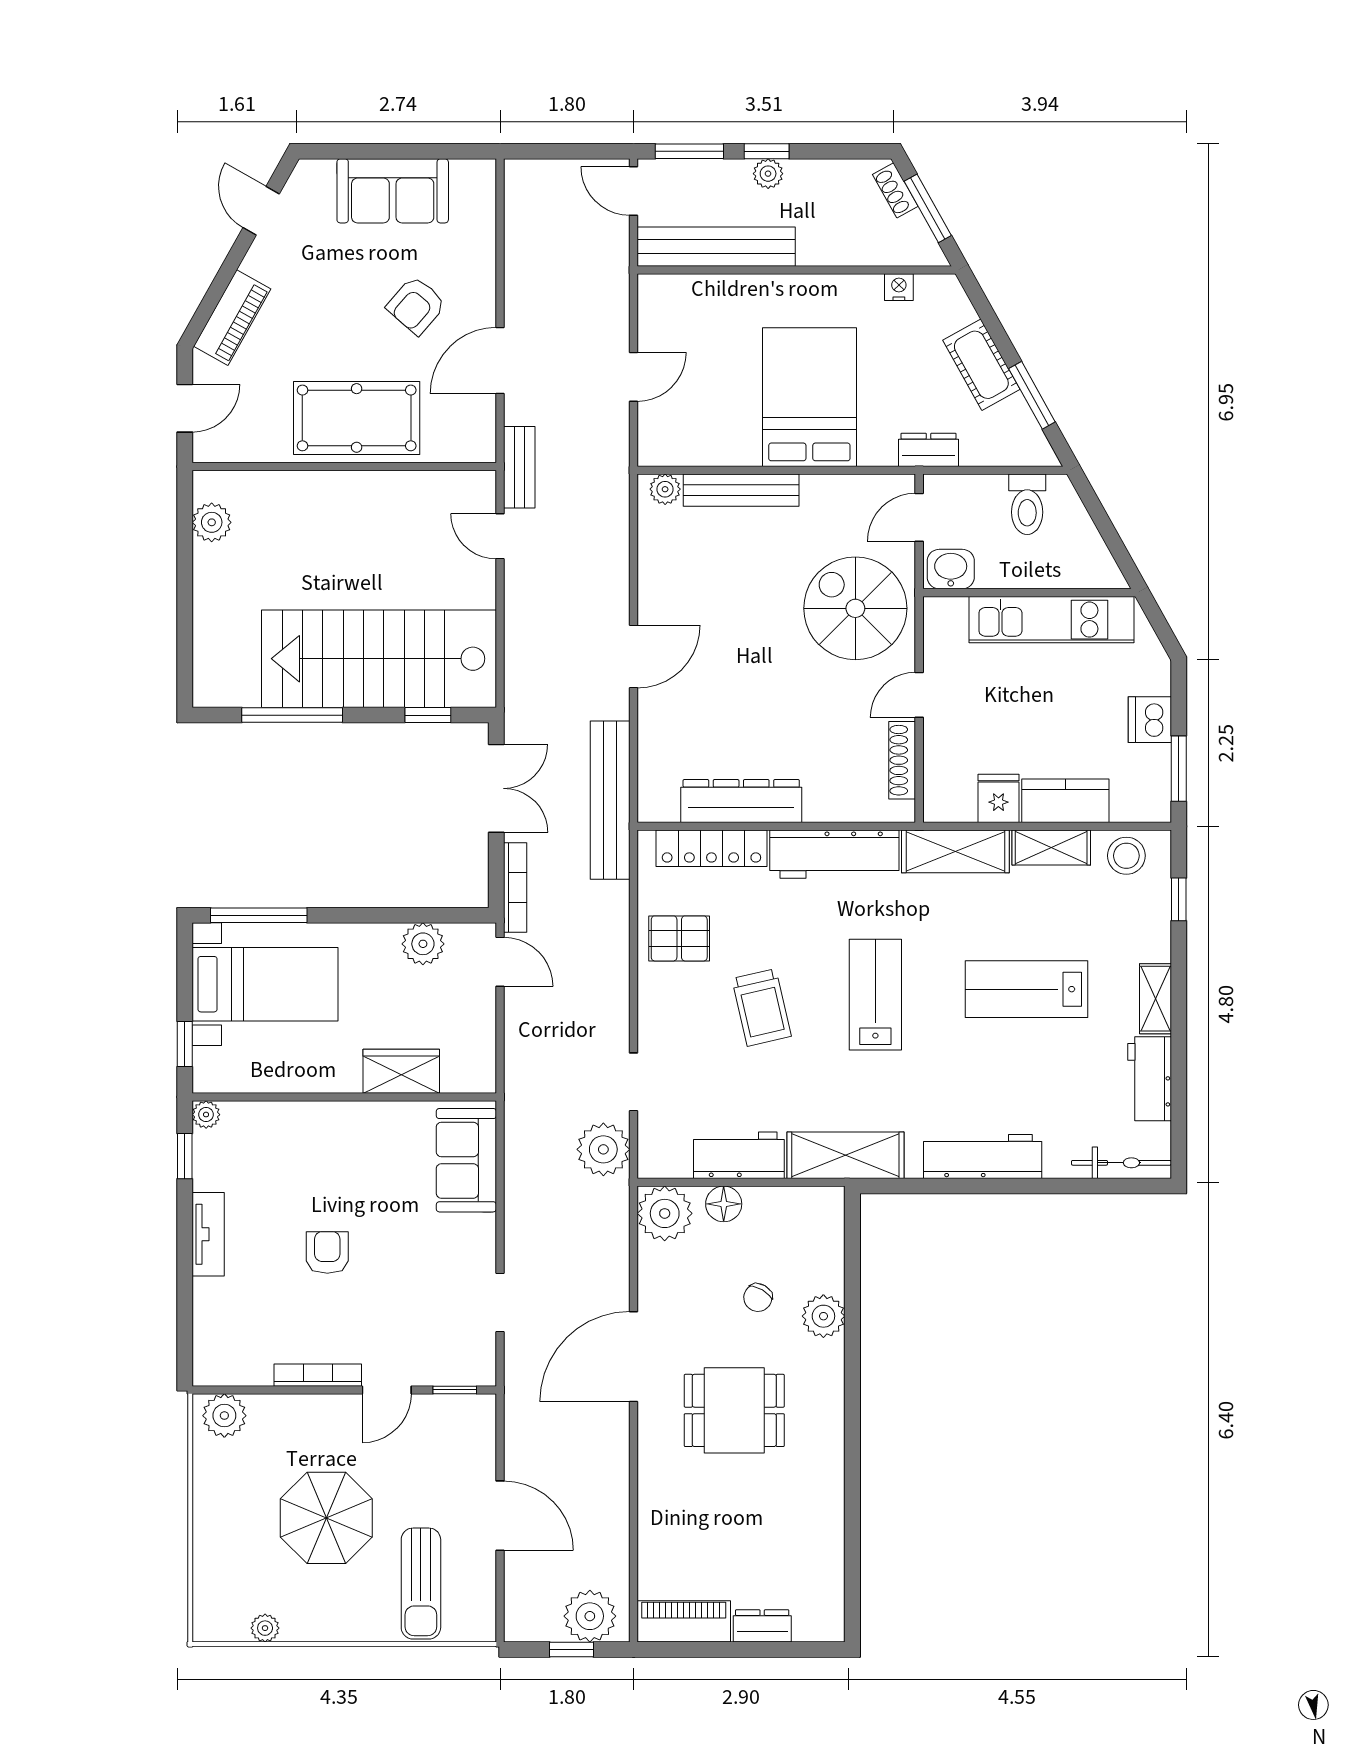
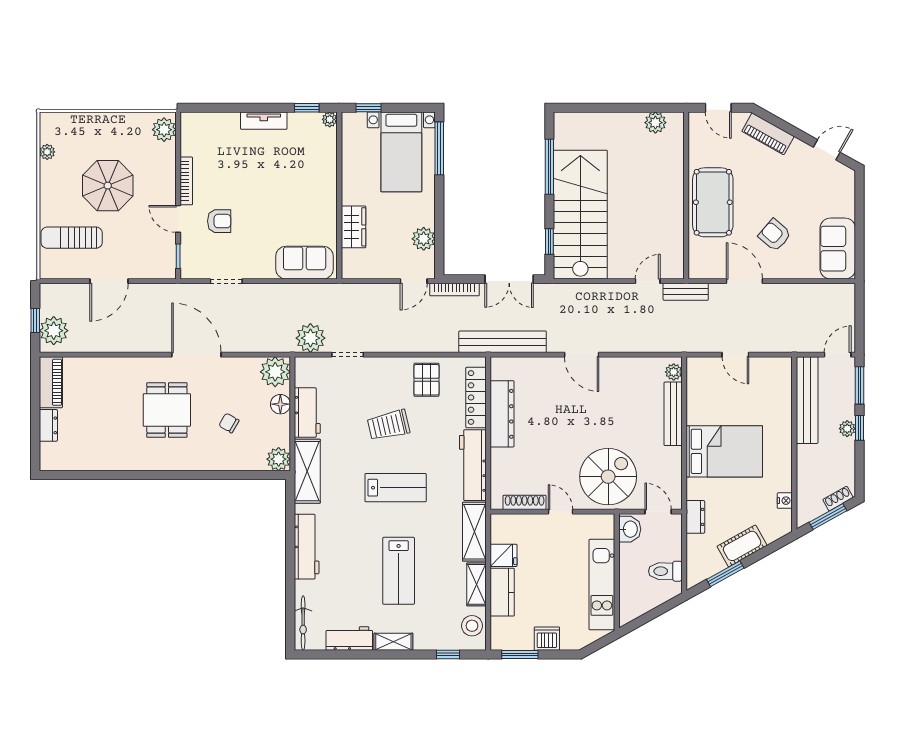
sofa: (393, 191) -> (838, 249), moved
lab bench: (1027, 989) -> (399, 571), turned 180
armchair: (327, 1252) -> (219, 221), moved
plant: (823, 1316) -> (279, 459), moved

